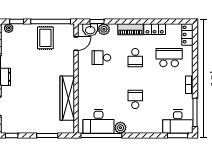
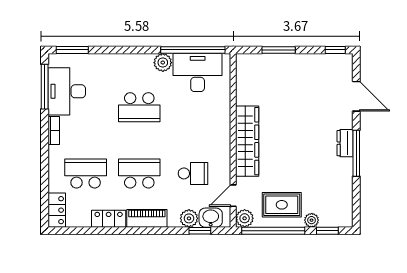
plant: (9, 28) -> (312, 220), moved
plant: (69, 29) -> (245, 218), added
rug: (45, 38) -> (282, 205), turned 90
school desk: (135, 58) -> (139, 173), width x1.85
school desk: (169, 58) -> (86, 173), turned 180
wardrobe: (67, 98) -> (247, 141), moved
school desk: (135, 99) -> (139, 107), width x1.85
desk: (178, 122) -> (67, 91), moved, turned -90

